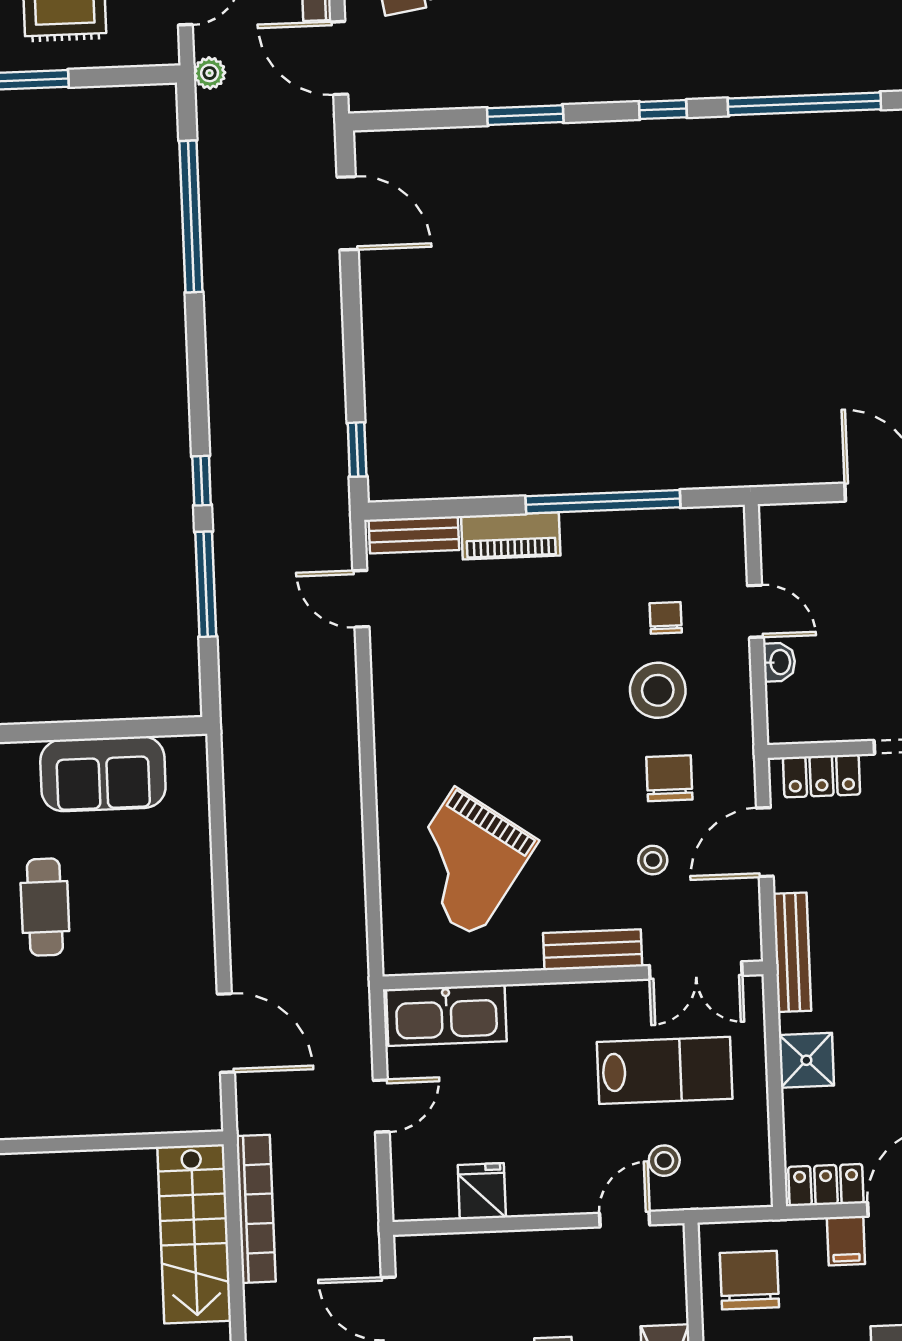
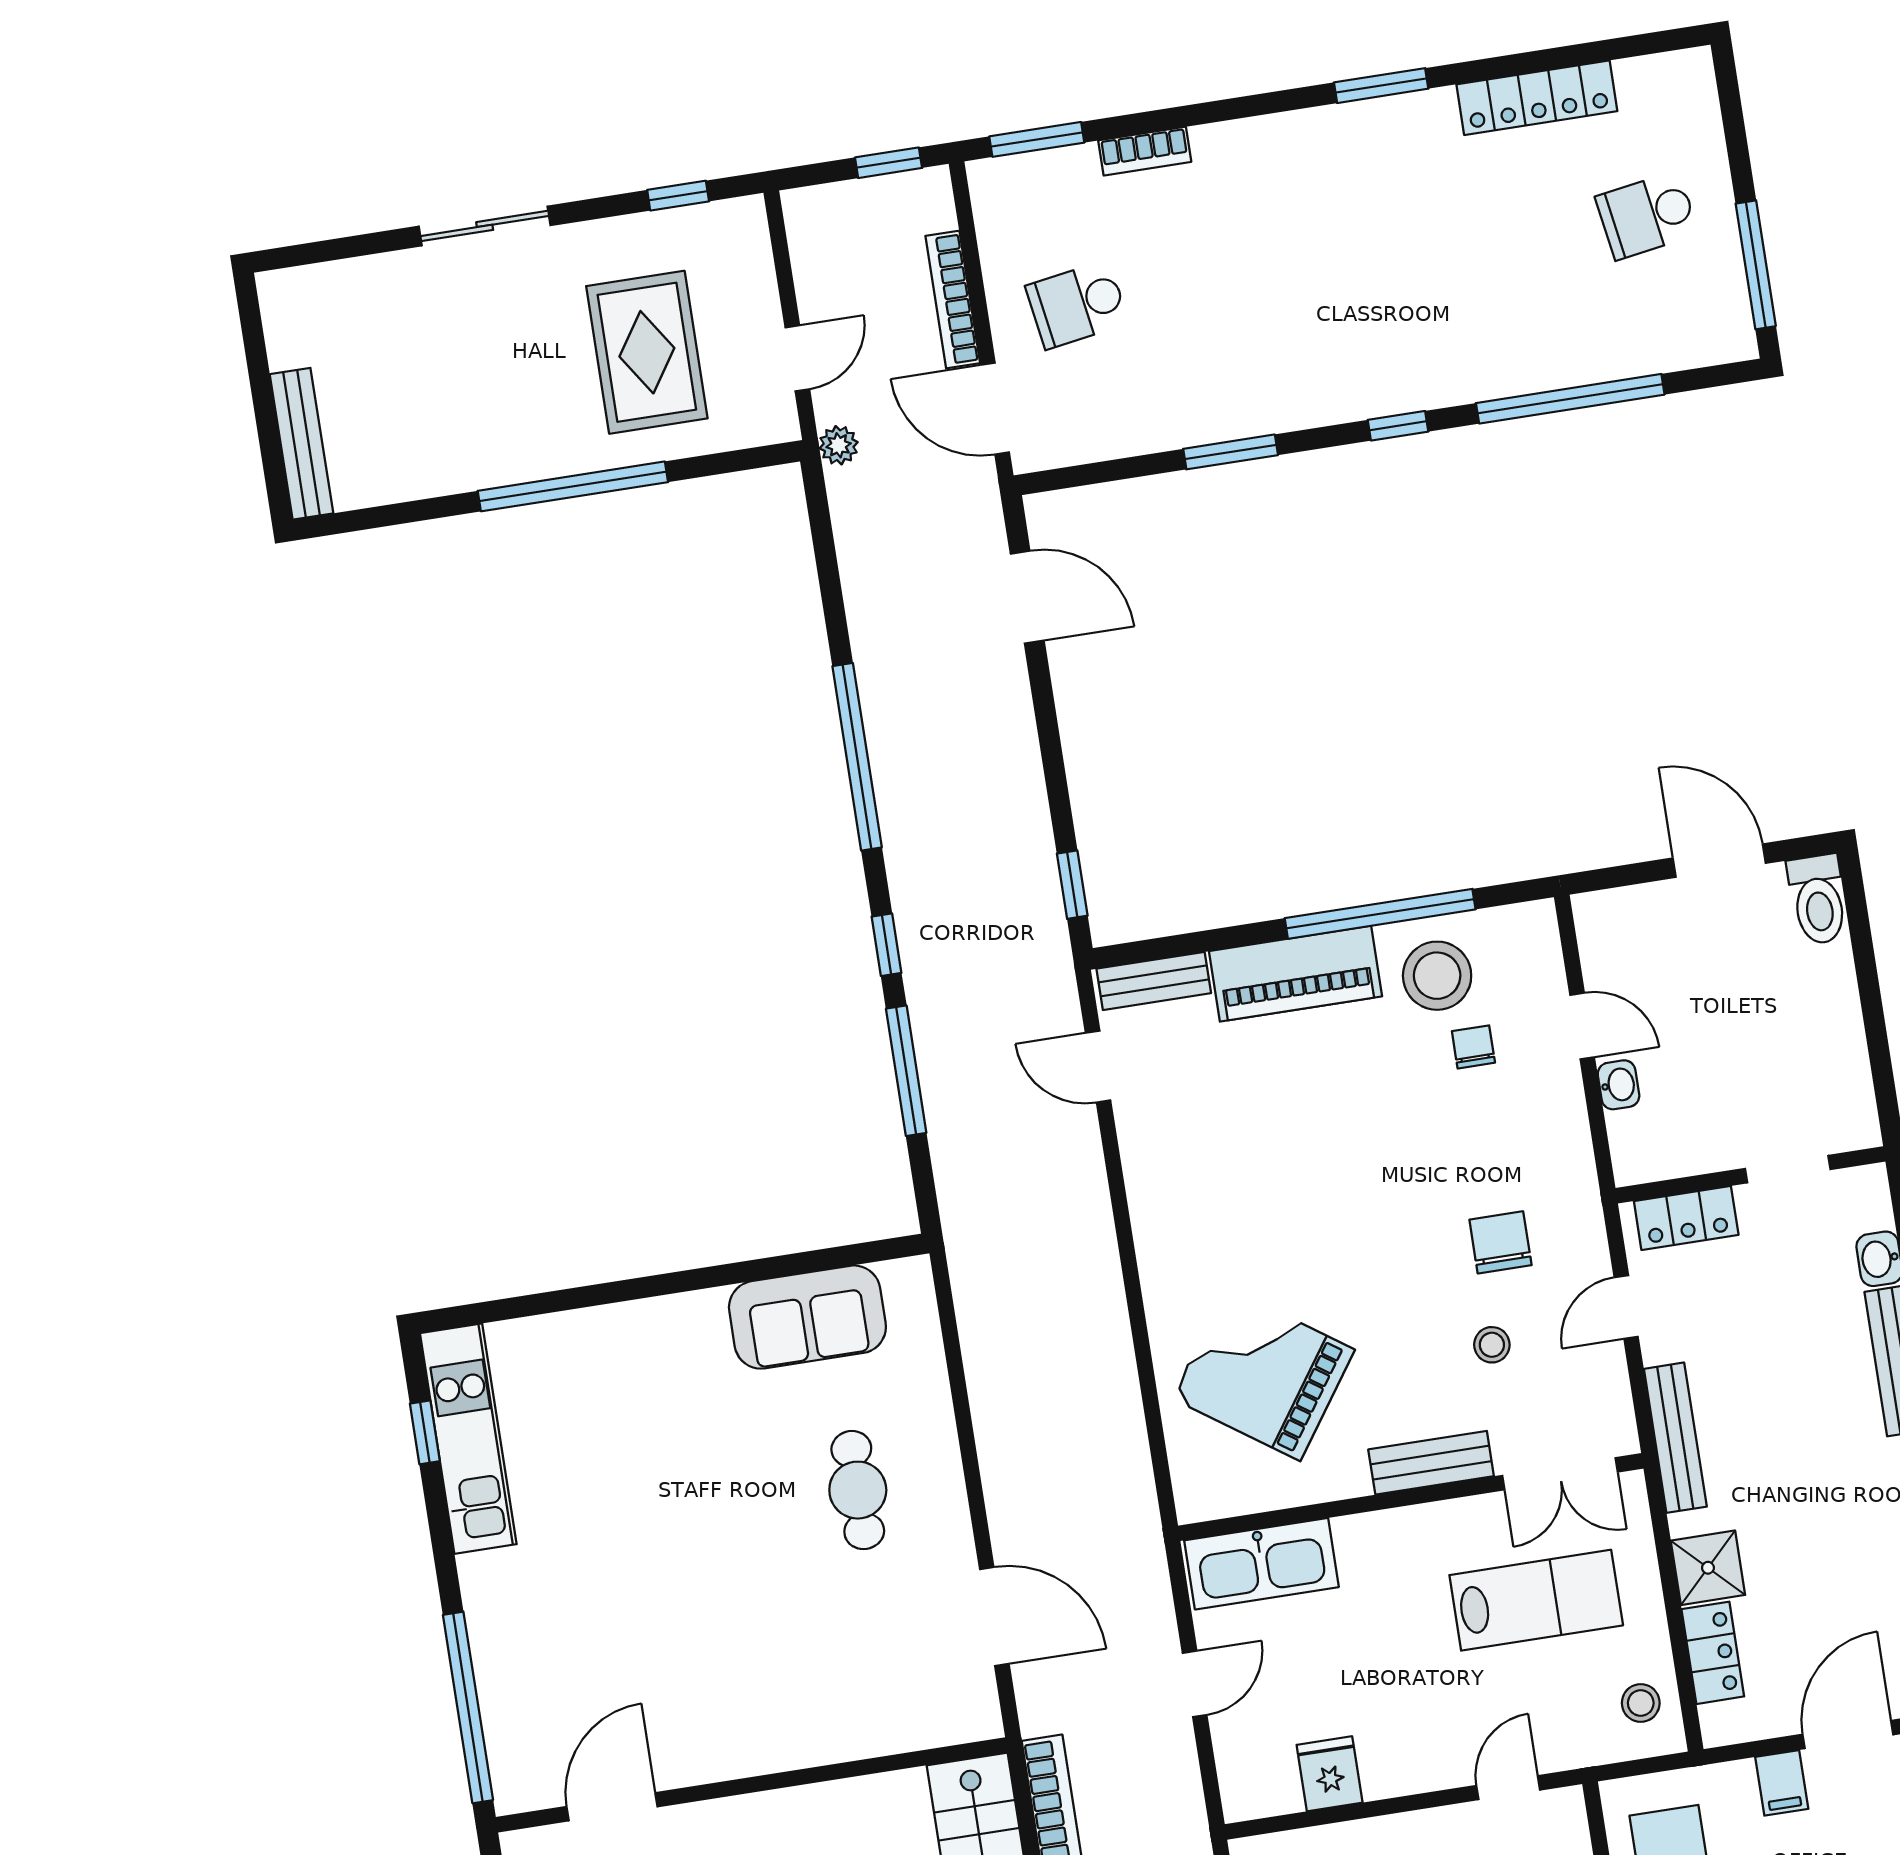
window: (191, 216) -> (857, 757), moved
piano: (511, 536) -> (1295, 974), width x1.37, depth x1.33
stool: (658, 690) -> (1437, 976), moved
door: (765, 842) -> (1626, 1307), width x0.73
grand piano: (466, 862) -> (1263, 1374), turned 90
cafe table: (45, 907) -> (858, 1490), moved
stool: (664, 1161) -> (1641, 1703), moved
locker: (826, 1185) -> (1713, 1653), moved, turned 90

